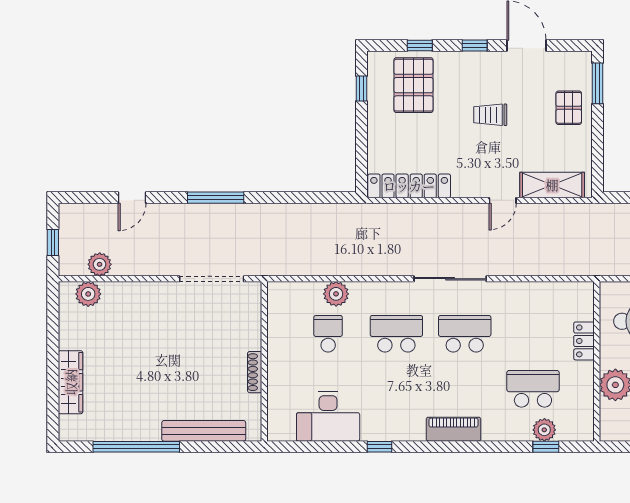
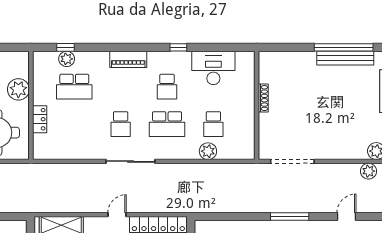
door: (503, 200) -> (117, 215), moved
school desk: (465, 334) -> (121, 124), width x0.54
school desk: (396, 389) -> (167, 87), added
bench: (204, 431) -> (345, 58), moved

